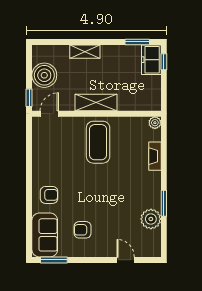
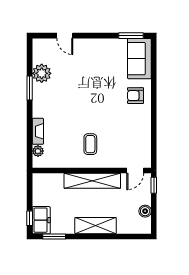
shelving: (85, 52) -> (96, 226), width x1.50, depth x1.33
boiler: (44, 75) -> (145, 211), width x0.54, depth x0.54
shelving: (96, 102) -> (92, 181), width x1.47
plant: (155, 123) -> (38, 151), moved
coffee table: (98, 142) -> (90, 144), width x0.54, depth x0.58
armchair: (83, 230) -> (105, 63), removed

